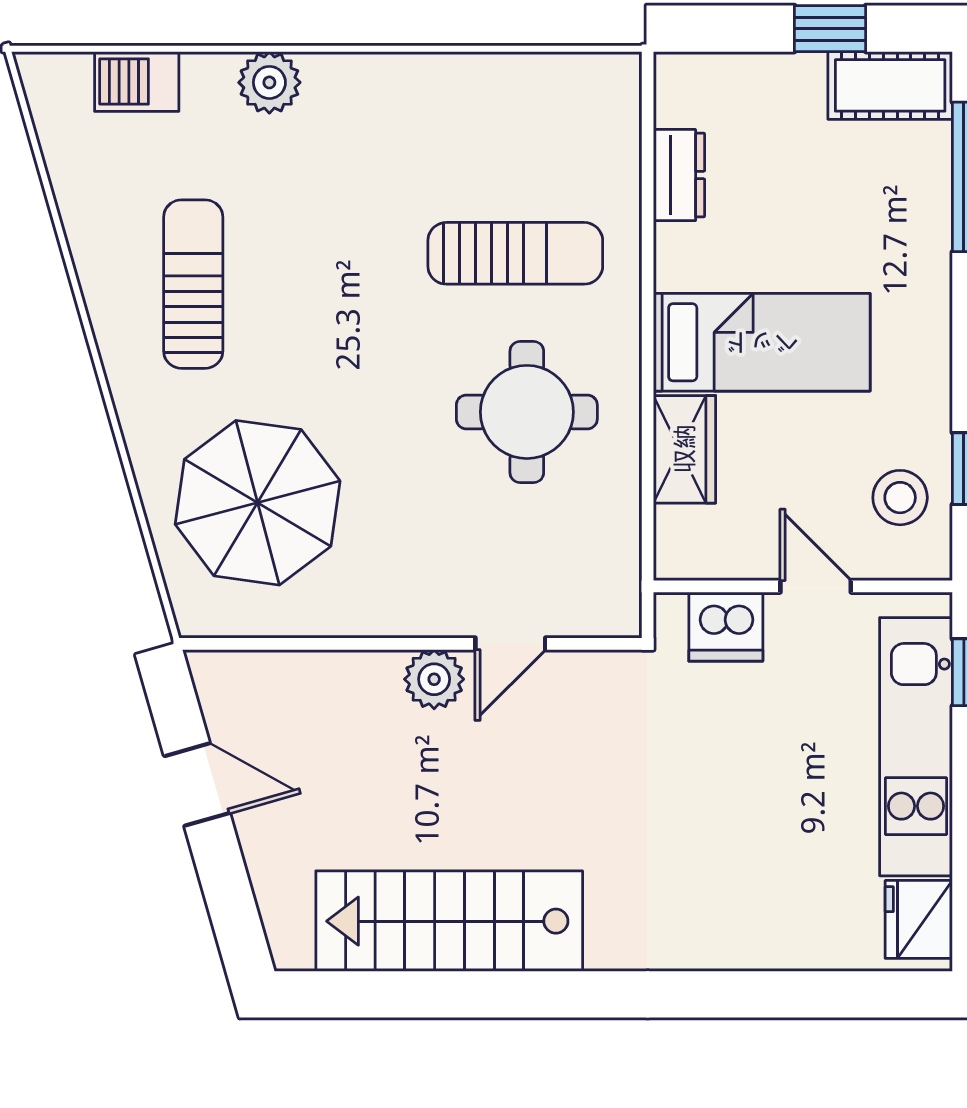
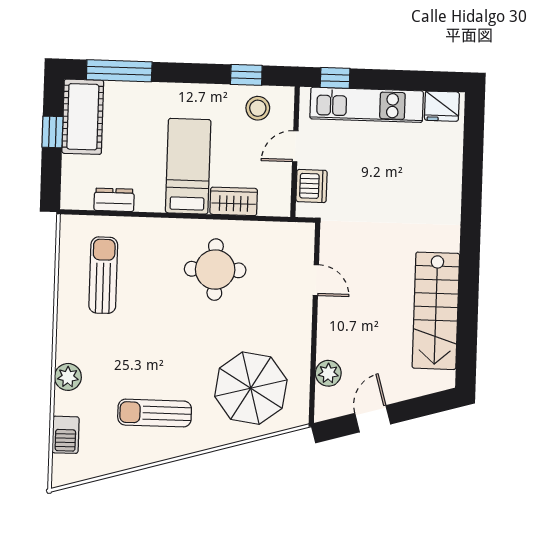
cot: (890, 85) -> (83, 117), width x1.37, depth x1.34
sun lounger: (515, 253) -> (103, 275), moved
plant: (434, 679) -> (328, 373), moved

